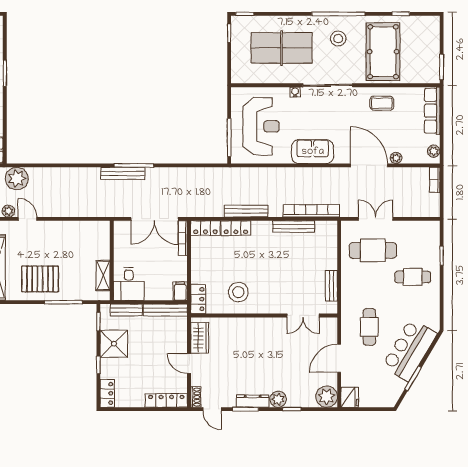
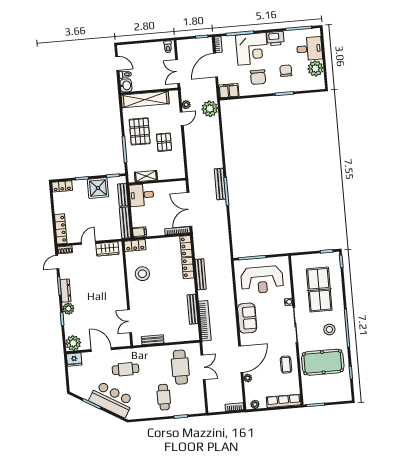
pallet: (58, 246) -> (164, 142), added

